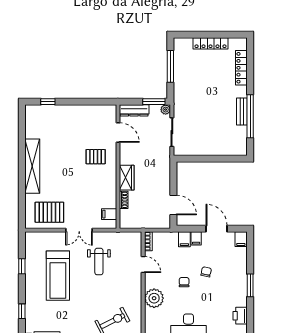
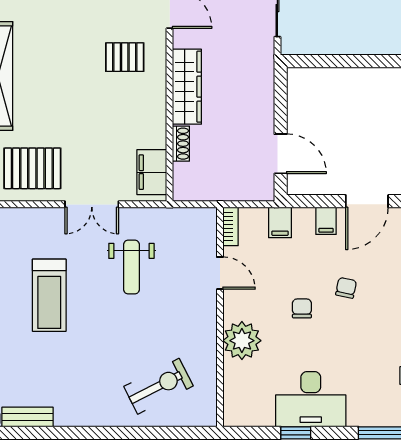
wardrobe: (127, 178) -> (187, 87), width x1.50
filing cabinet: (109, 214) -> (152, 172), width x2.00
door: (217, 229) -> (367, 201), swing flipped
filing cabinet: (184, 239) -> (280, 222), moved
treadmill: (58, 276) -> (49, 295), width x0.73, depth x0.73

